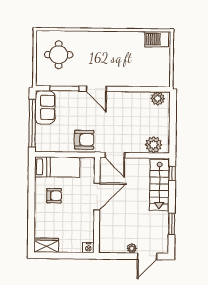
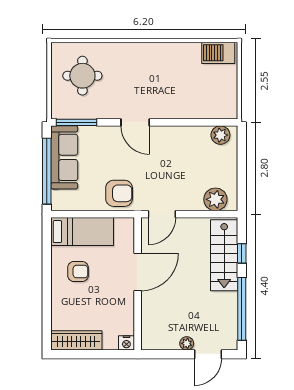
window: (64, 88) -> (77, 122), moved
sofa: (45, 107) -> (64, 157), width x1.36
door: (115, 155) -> (162, 214), hinge flipped
window: (172, 173) -> (242, 253), moved
window: (172, 224) -> (242, 309), width x2.11
wardrobe: (46, 245) -> (76, 340), width x1.50

